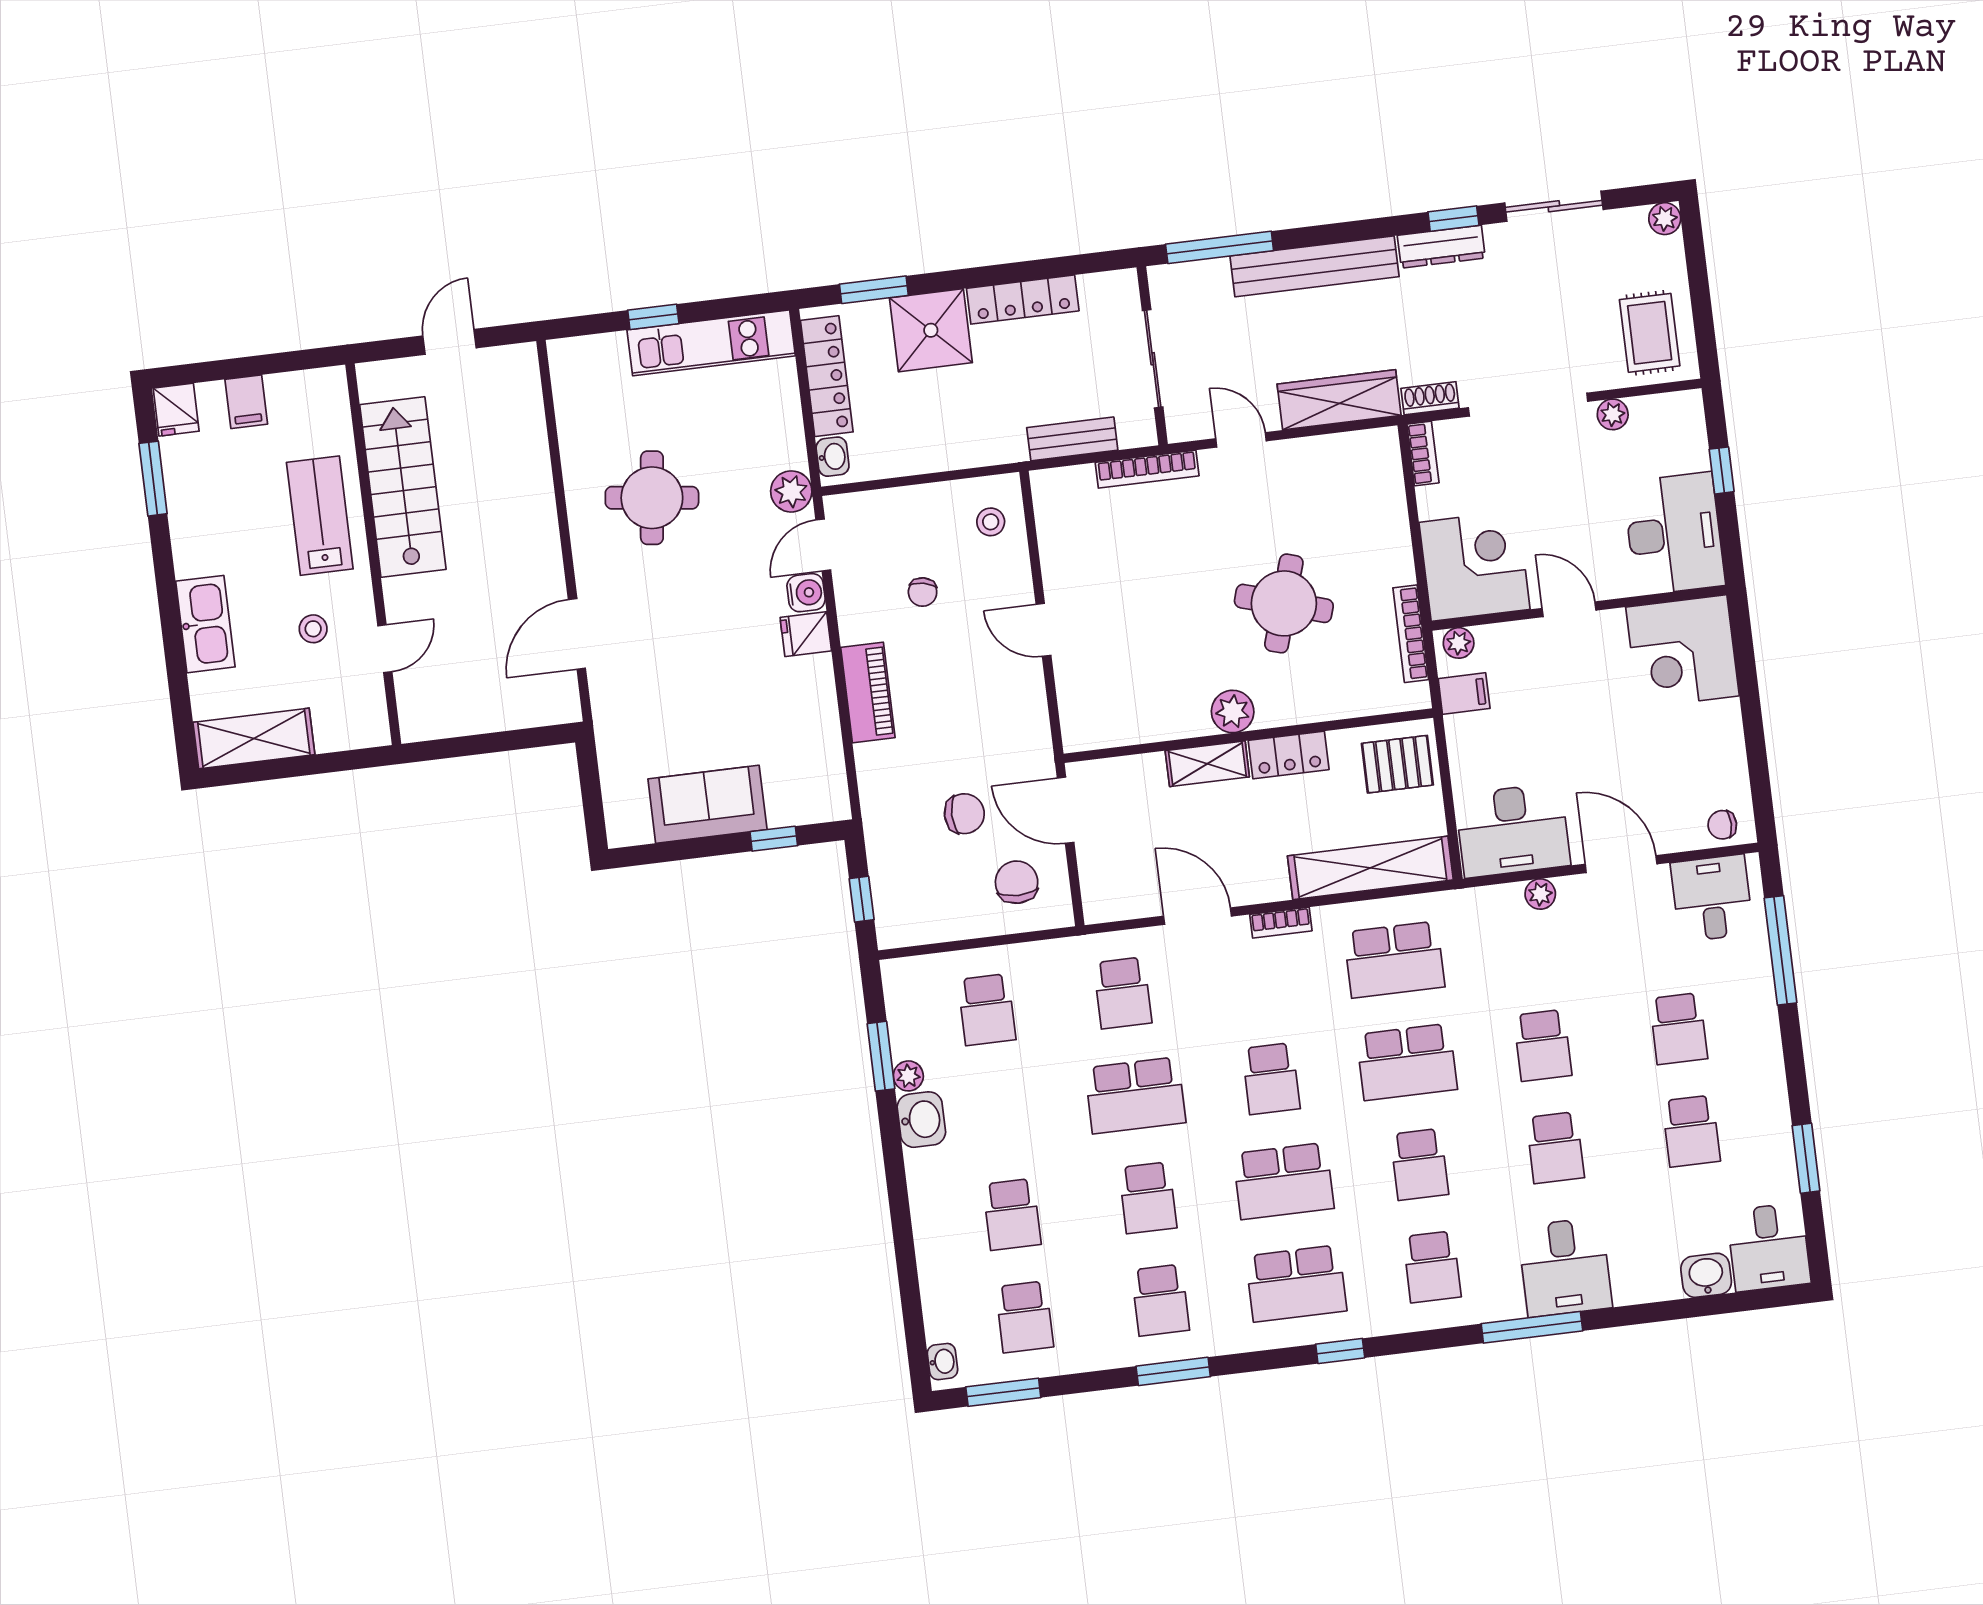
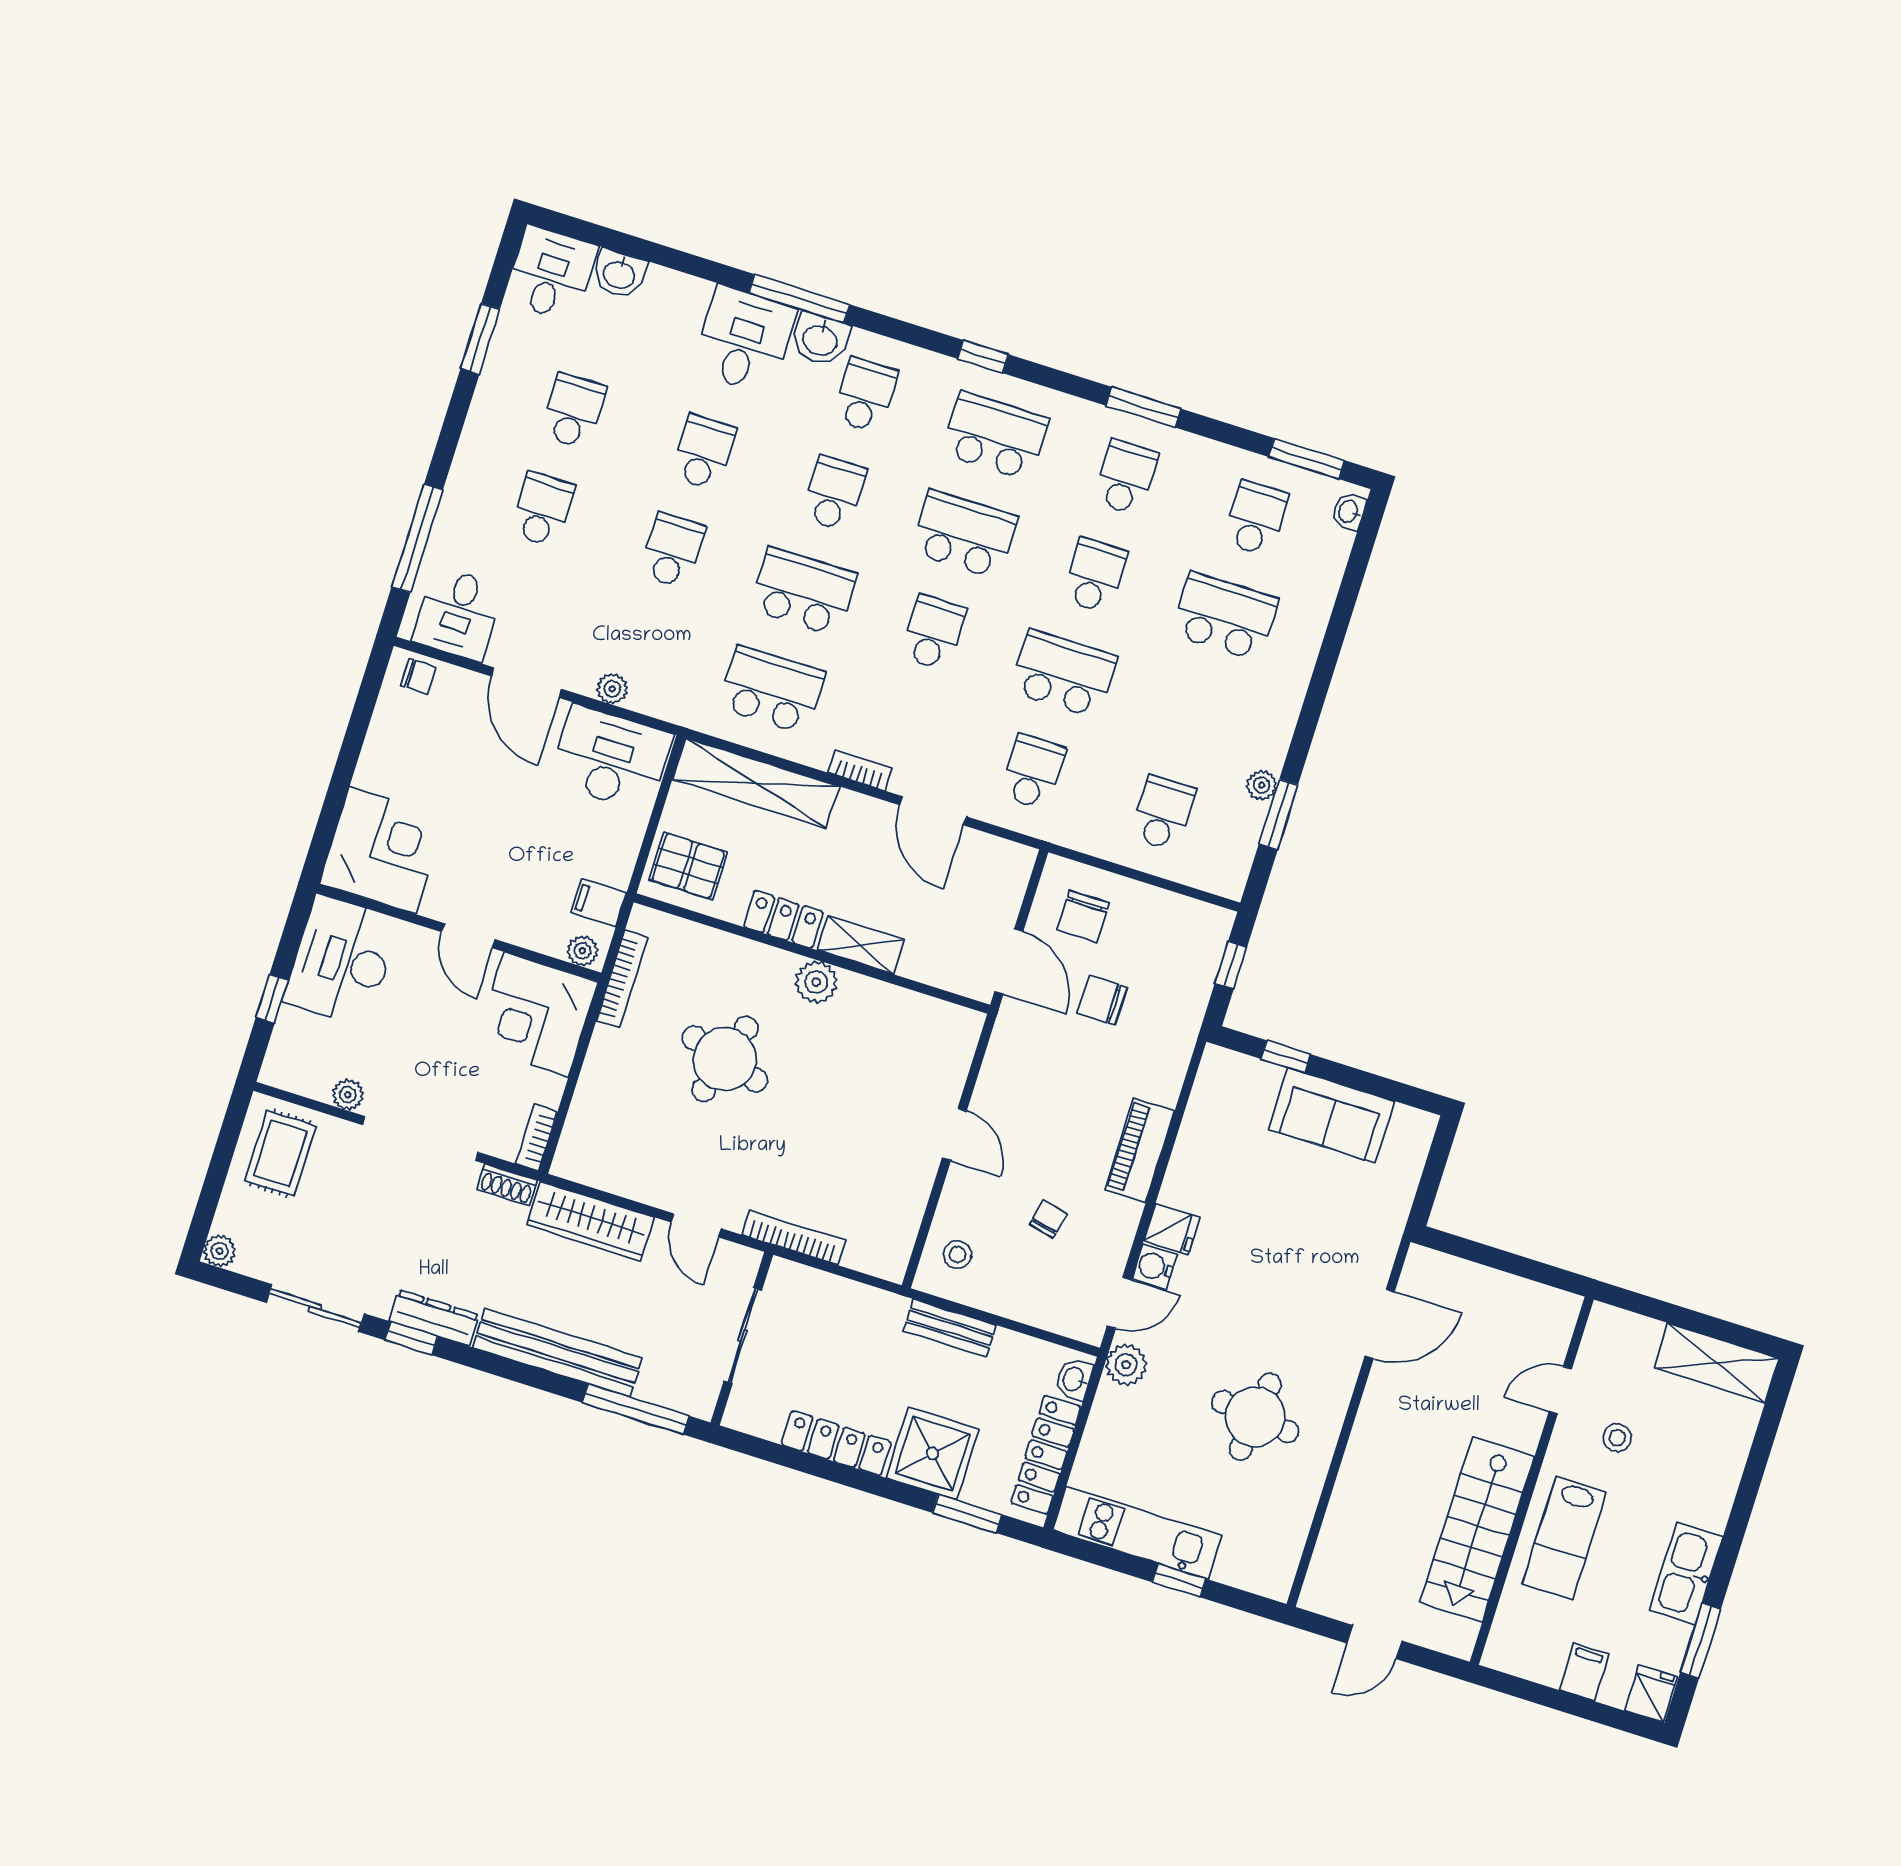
bench: (1072, 439) -> (950, 1328), moved
kitchen sink: (205, 624) -> (1686, 1573), moved
washbasin: (921, 1120) -> (820, 339), moved, turned -90
school desk: (1012, 1214) -> (1225, 617), width x1.85

